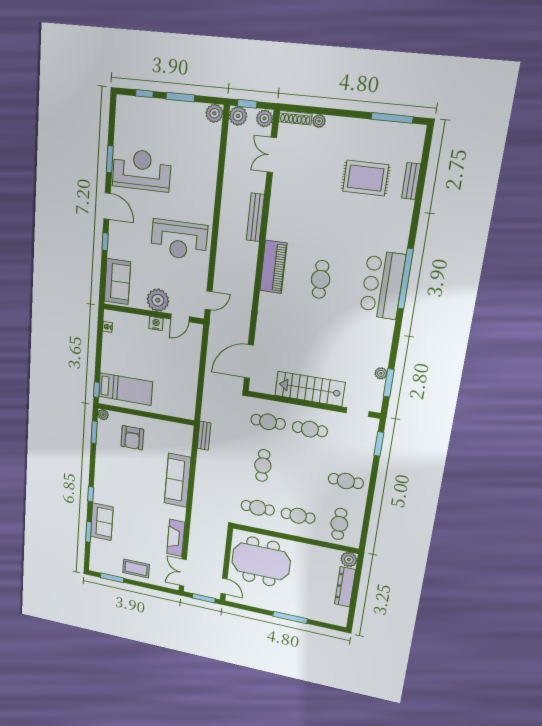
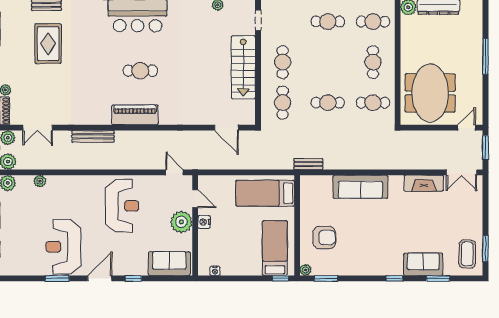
plant: (213, 151) -> (40, 181), added
door: (249, 361) -> (227, 128), width x0.73
bed: (179, 389) -> (265, 193), added
cafe table: (346, 481) -> (328, 22), turned 90
cafe table: (258, 508) -> (373, 103), turned 90
coffee table: (136, 568) -> (467, 254), moved

